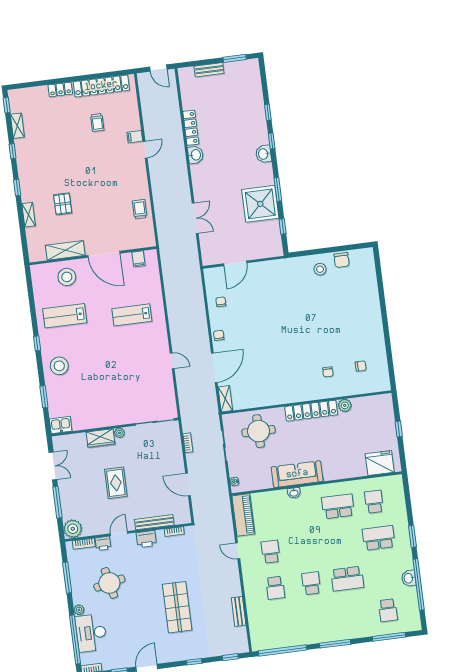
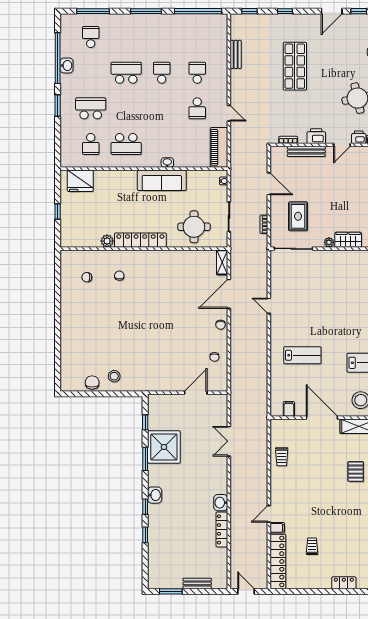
locker: (101, 86) -> (278, 561), moved, turned 90
rug: (116, 483) -> (298, 216), moved
school desk: (379, 538) -> (91, 108), turned 180
school desk: (311, 583) -> (162, 73), turned 180

